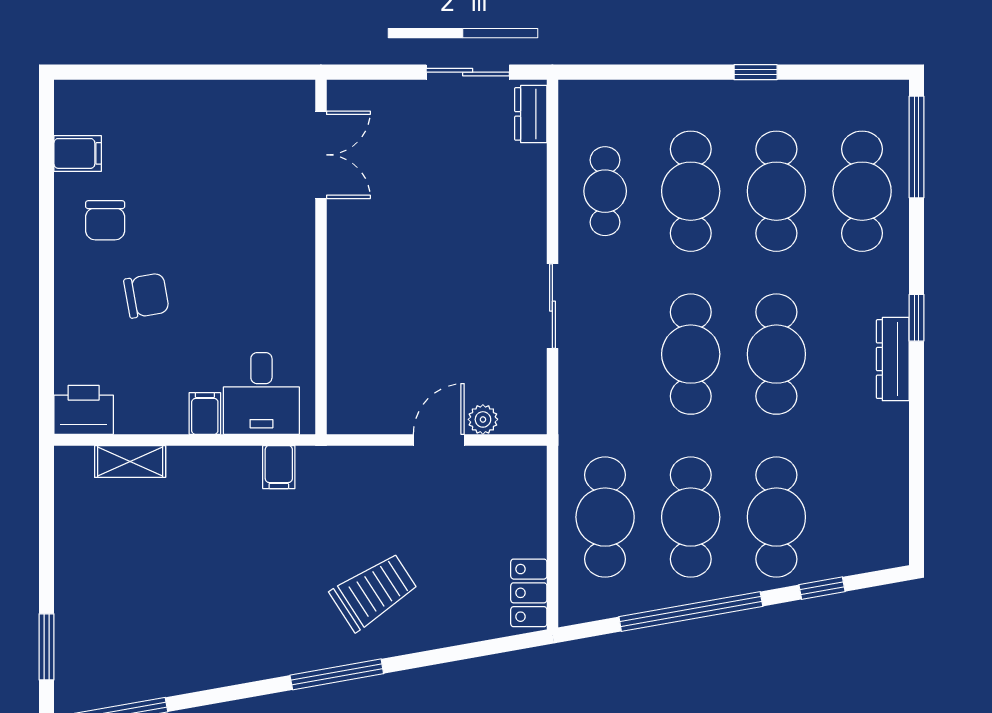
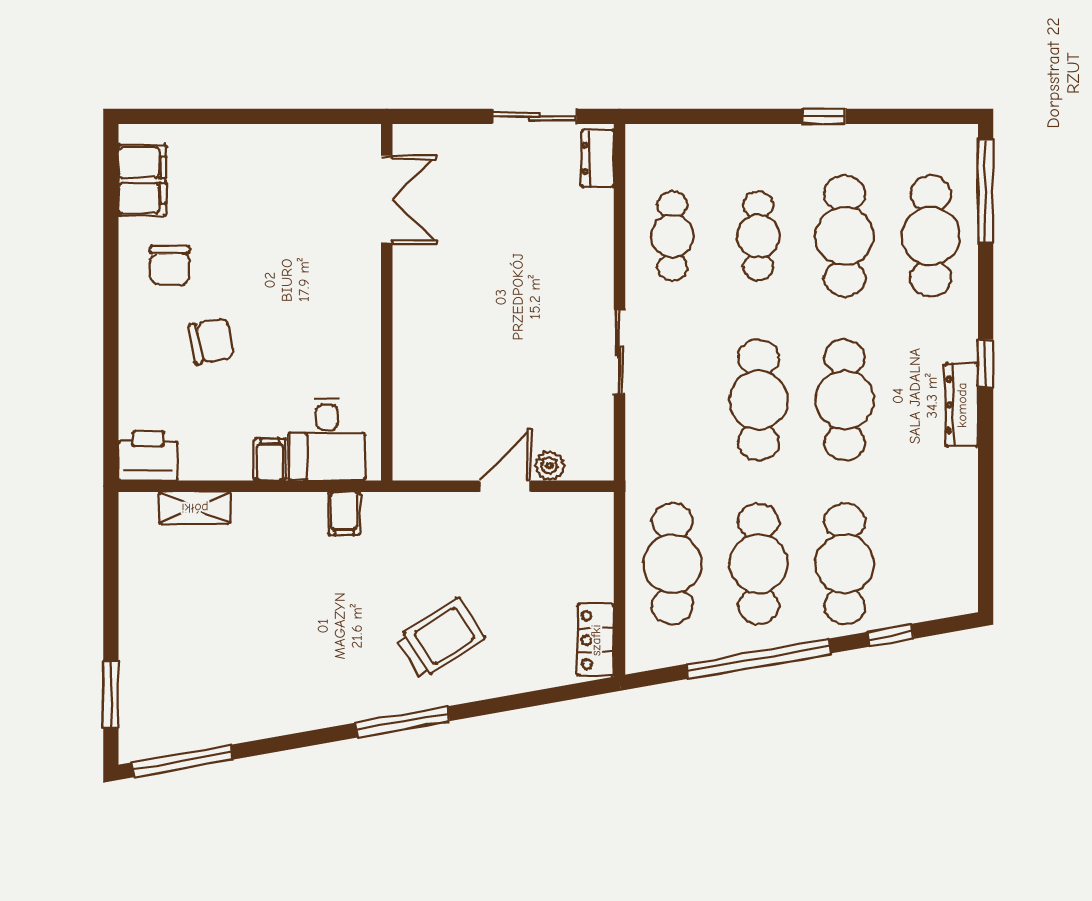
filing cabinet: (78, 153) -> (142, 180), width x2.00
cafe table: (691, 191) -> (758, 236), width x0.73, depth x0.74

